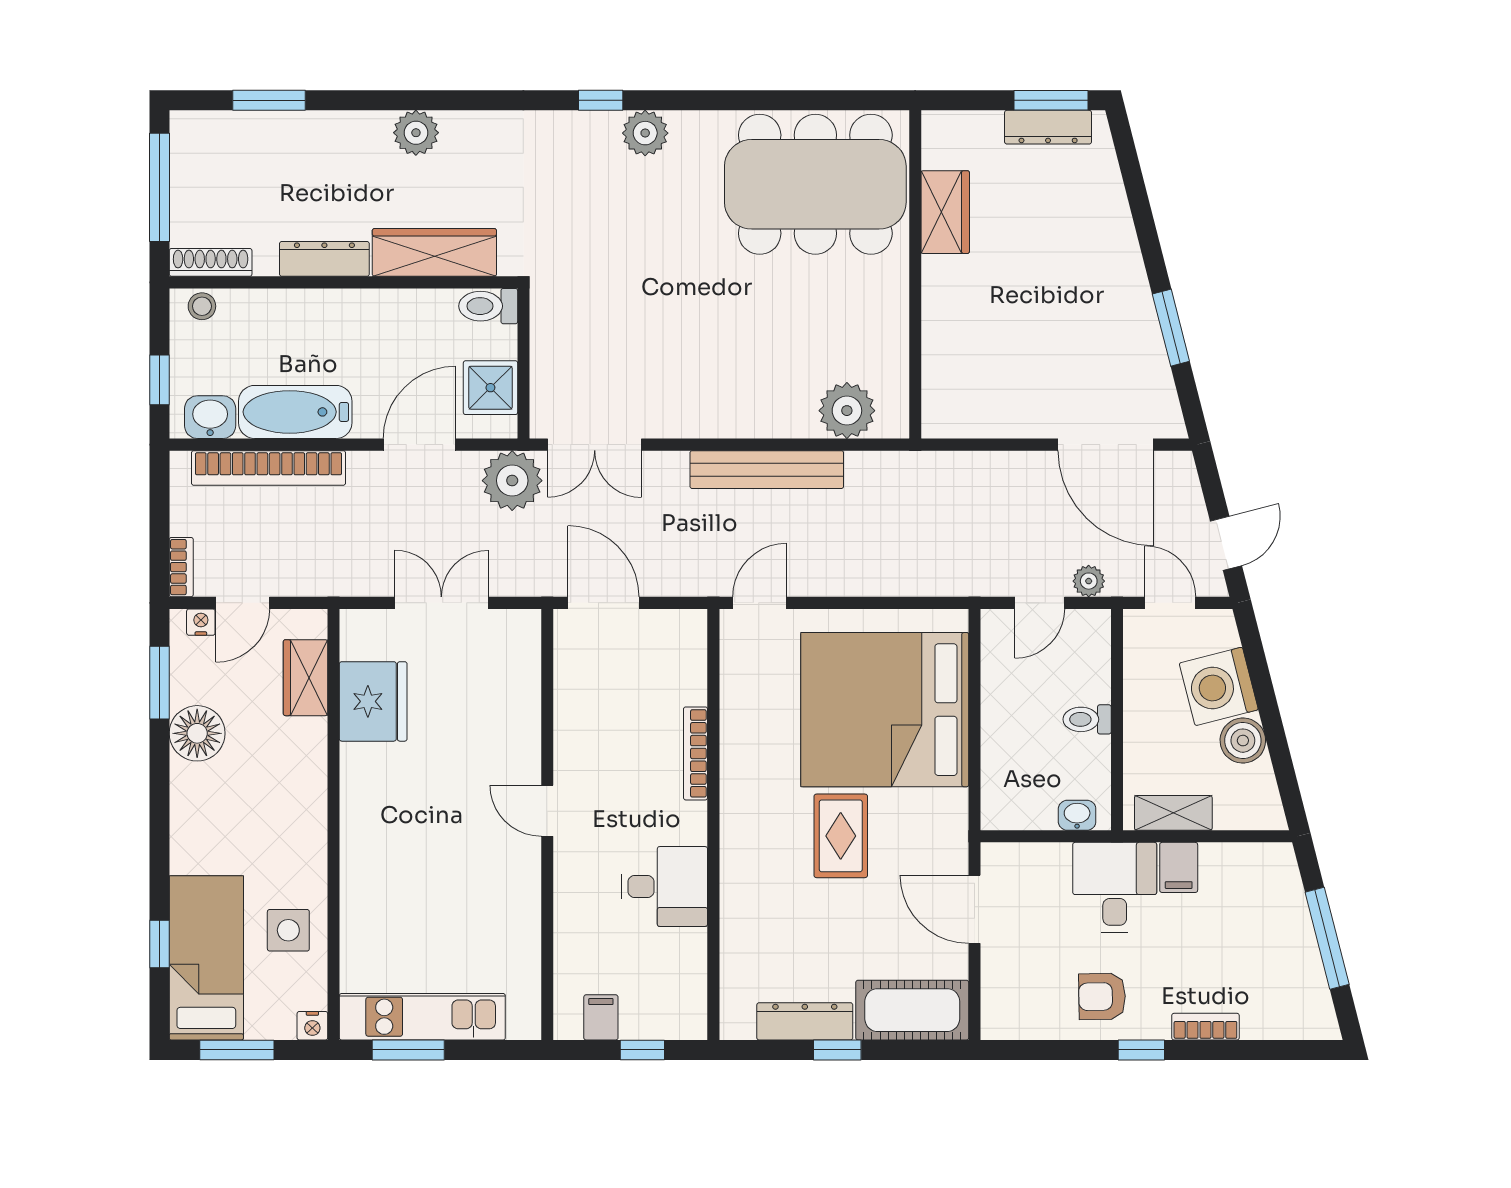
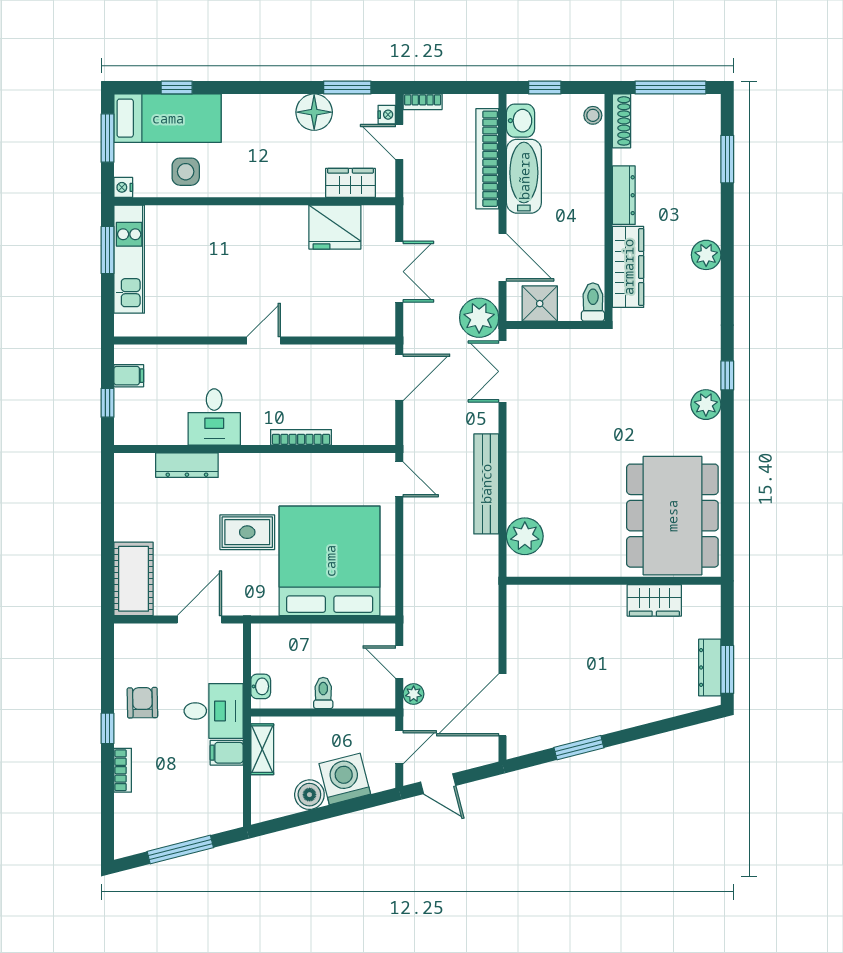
dresser: (805, 1021) -> (187, 465), moved, turned 90
window: (837, 1050) -> (107, 530), removed

